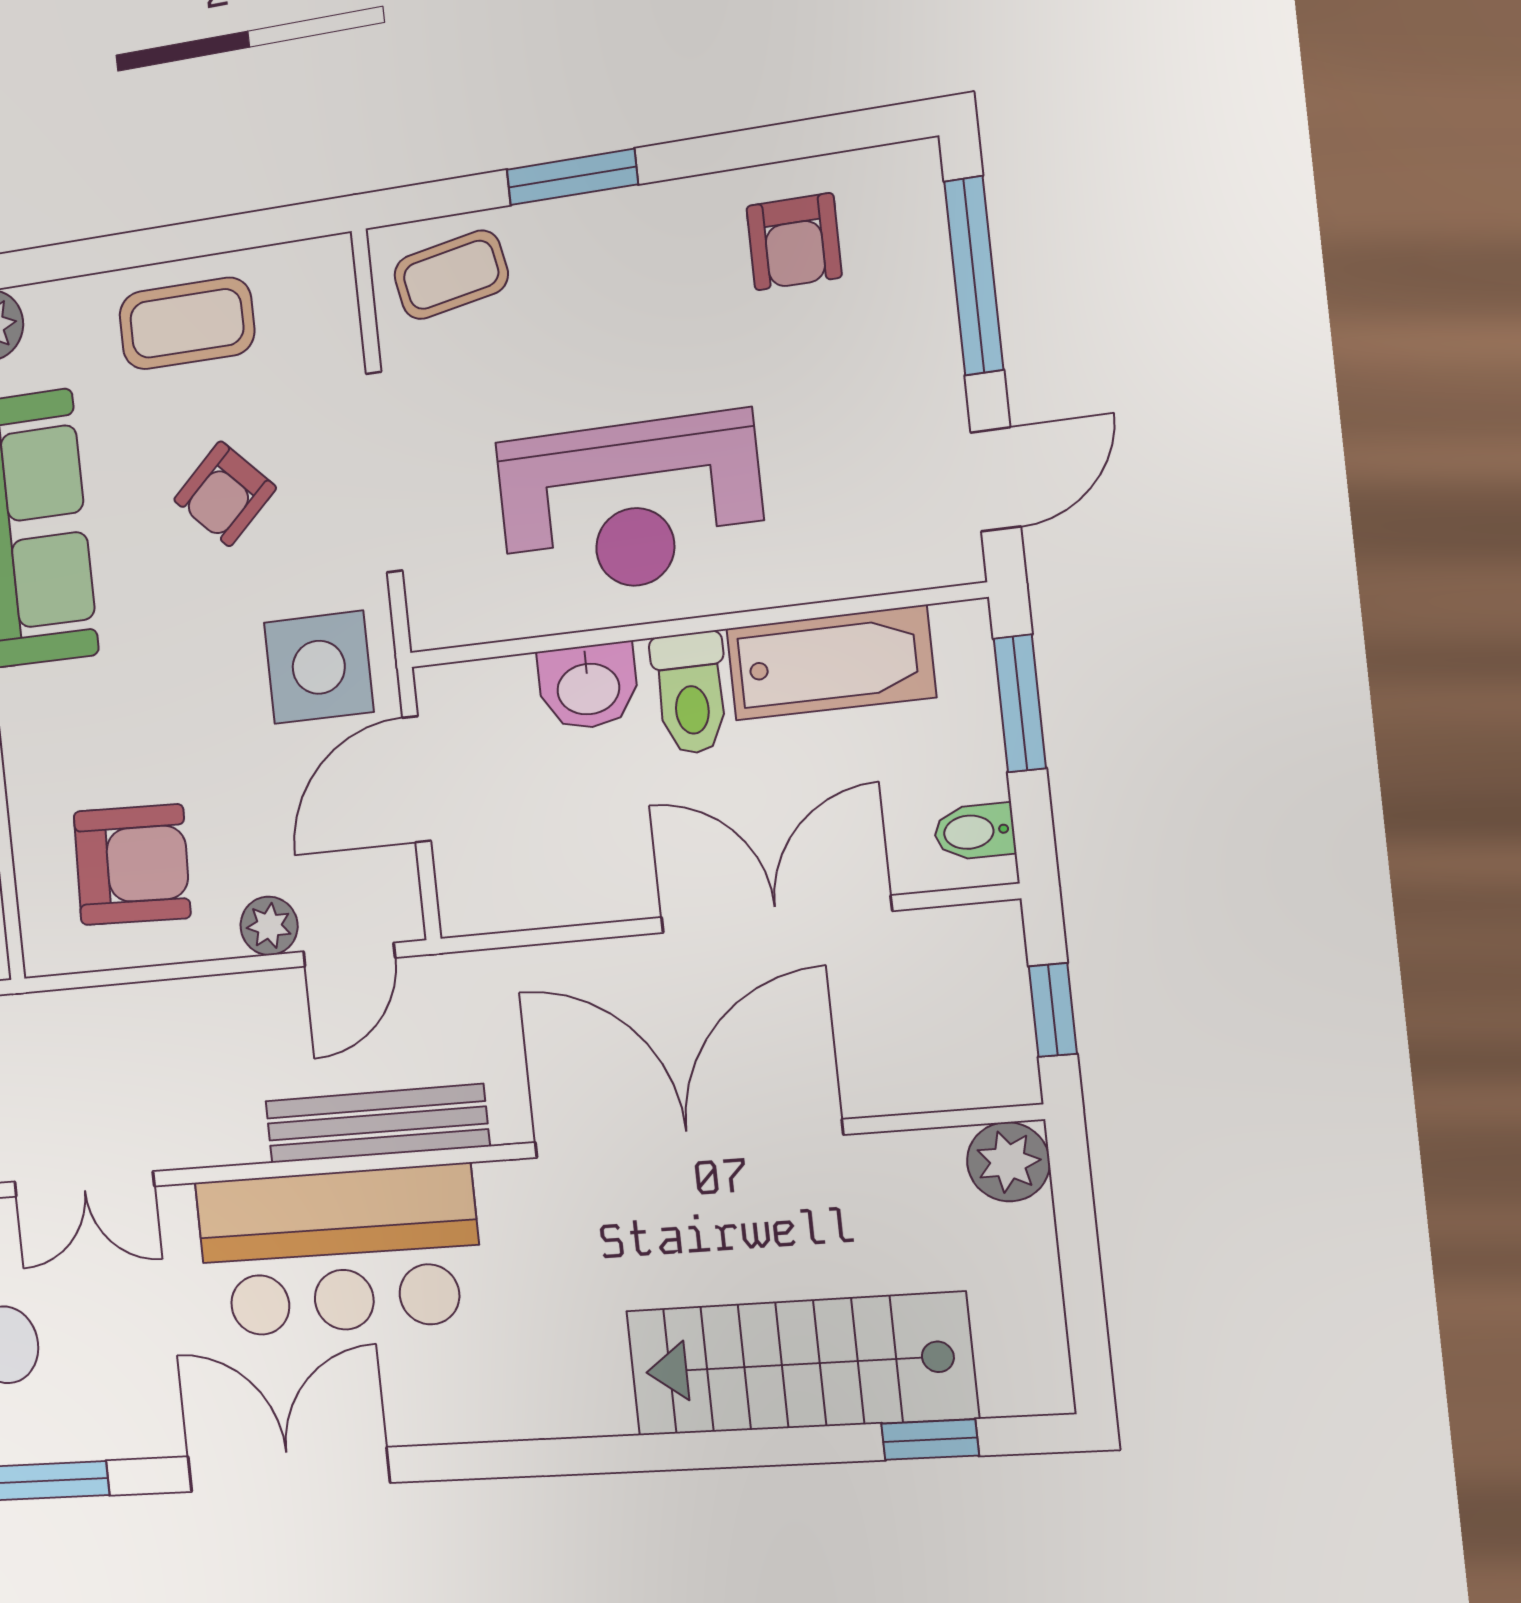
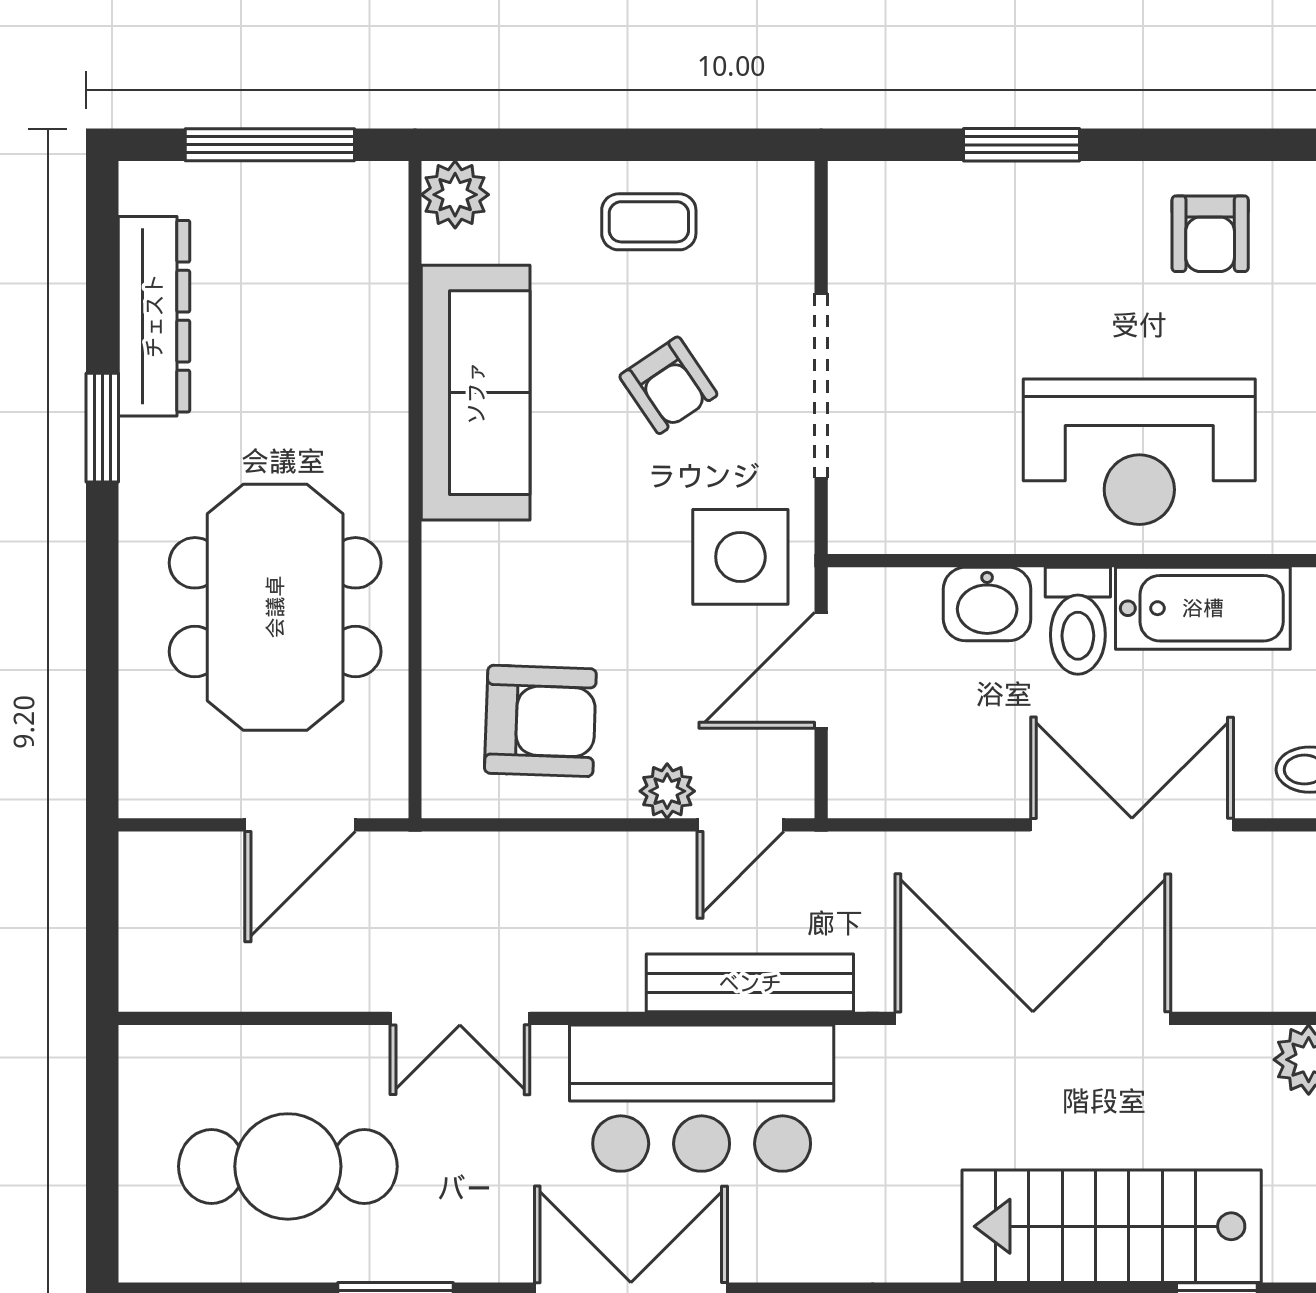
coffee table: (451, 275) -> (902, 215), removed
coffee table: (187, 323) -> (649, 222), width x0.73, depth x0.77
armchair: (225, 494) -> (668, 385), turned -80
reception desk: (631, 505) -> (1139, 452), moved

